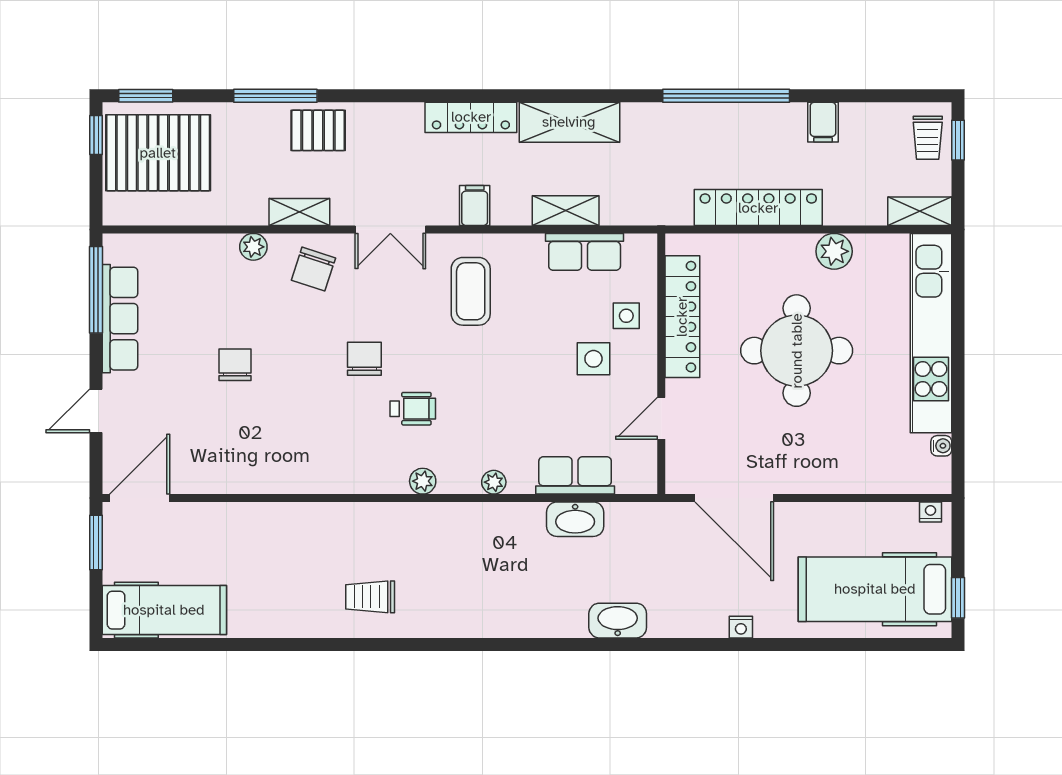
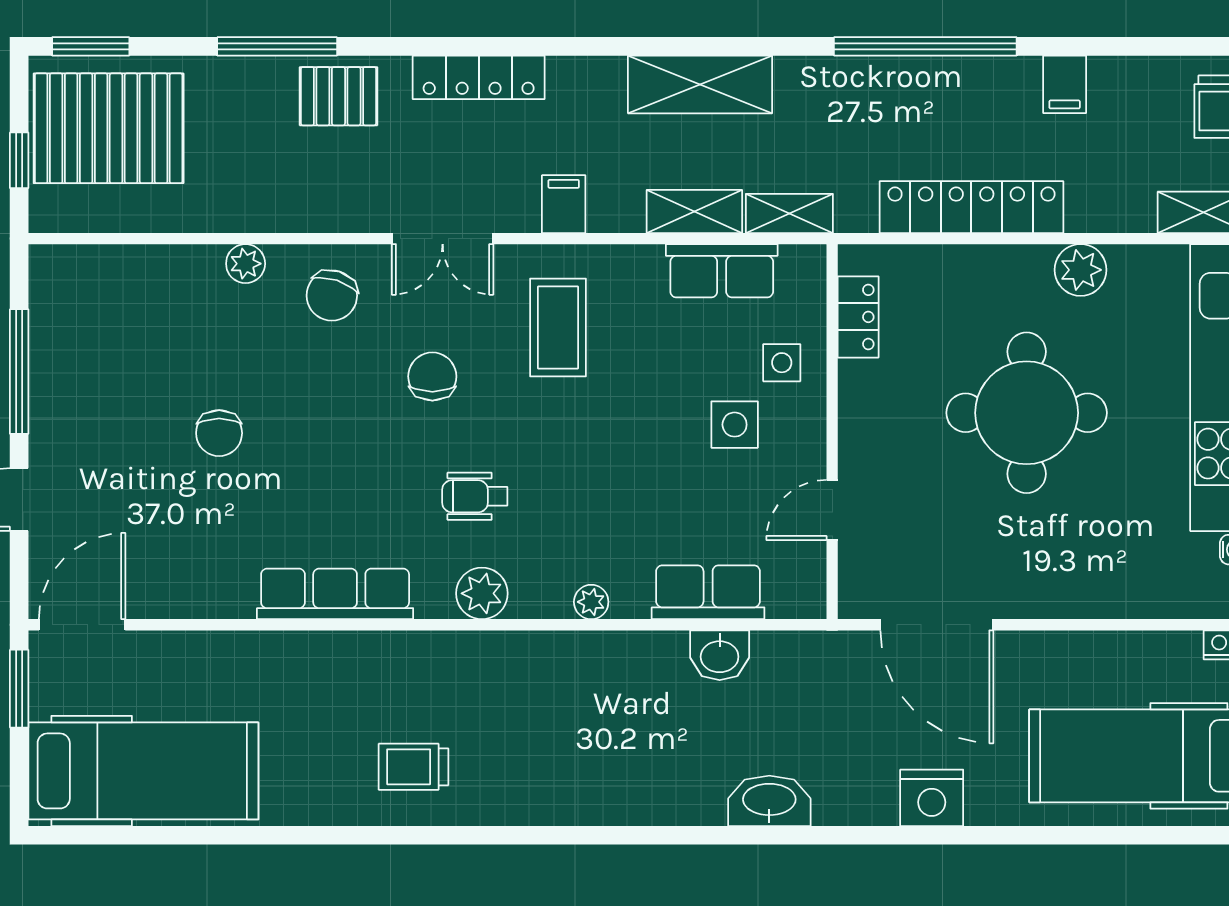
locker: (471, 117) -> (479, 77), moved
window: (96, 135) -> (19, 160), moved
shelving: (299, 212) -> (789, 213), moved
window: (96, 290) -> (19, 372), moved
locker: (682, 317) -> (858, 317), width x0.46, depth x0.83
row of seats: (120, 319) -> (335, 594), moved, turned -90
chair: (364, 359) -> (432, 376), moved
chair: (235, 365) -> (219, 433), turned 180
wheelchair: (413, 409) -> (475, 496), turned 180
plant: (423, 481) -> (482, 593), width x1.38, depth x1.38
washbasin: (575, 519) -> (720, 655), width x0.72
hospital bed: (164, 610) -> (143, 771), width x1.37, depth x1.29
nightstand: (741, 627) -> (932, 798), width x1.89, depth x1.79

